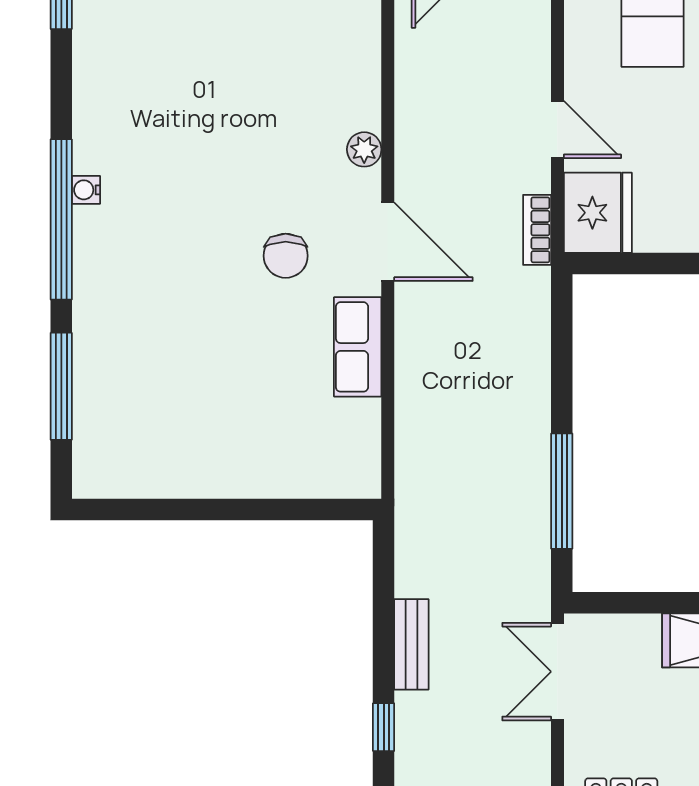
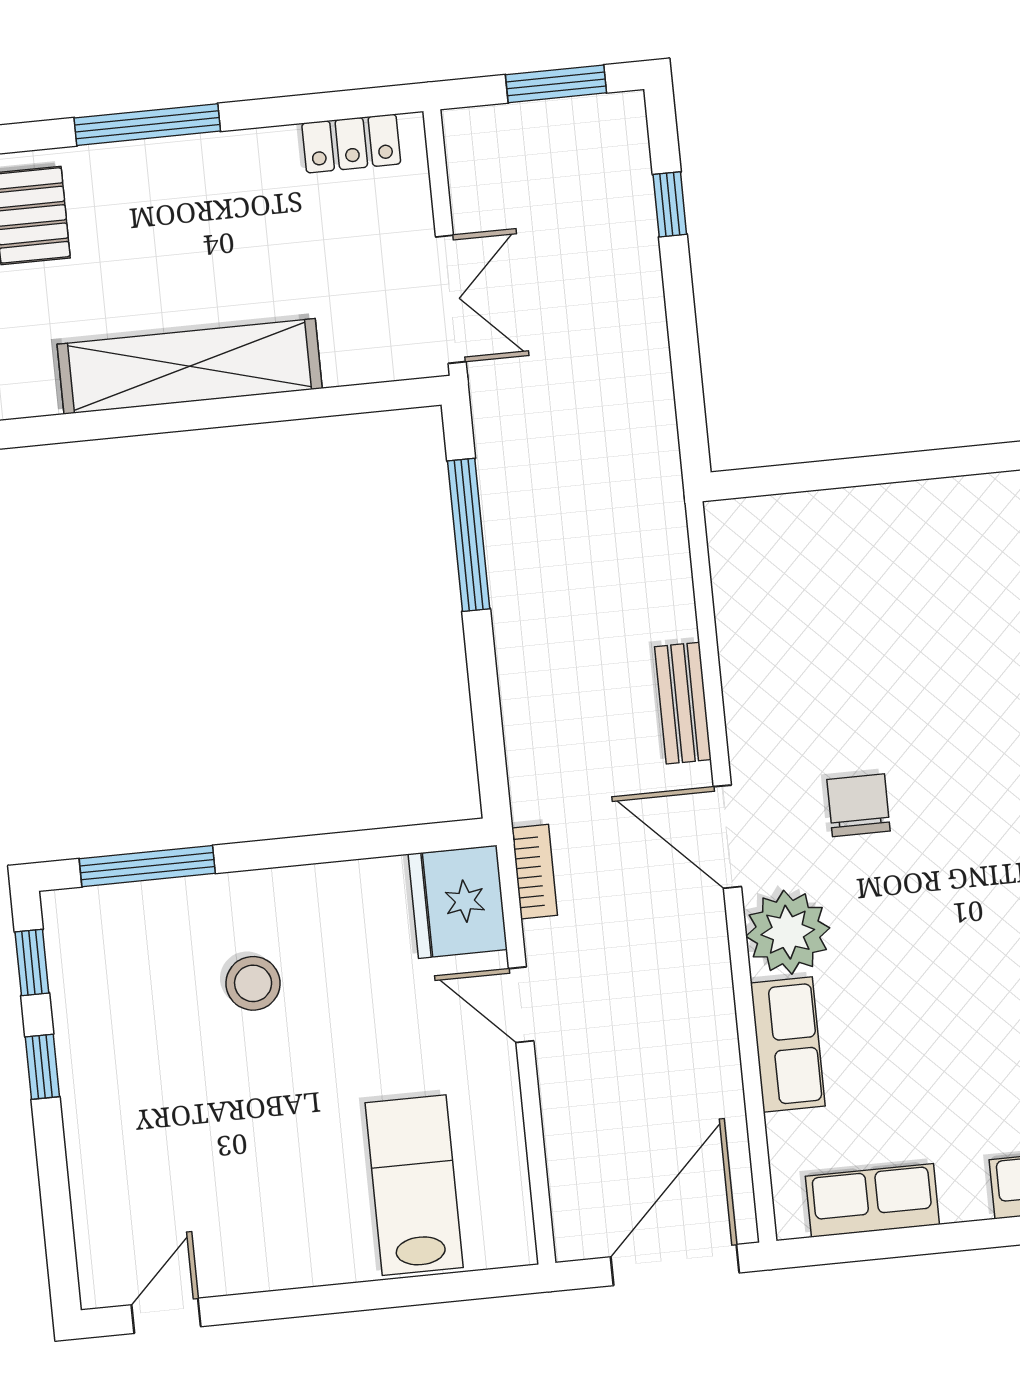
plant: (364, 149) -> (788, 932), width x1.88, depth x1.88
row of seats: (358, 347) -> (788, 1044), moved
bench: (411, 644) -> (683, 703), moved

